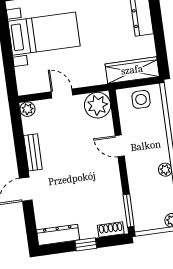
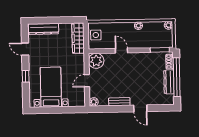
door: (120, 146) -> (121, 51), swing flipped
dresser: (58, 235) -> (169, 82), moved
window: (86, 244) -> (177, 77), width x3.17

